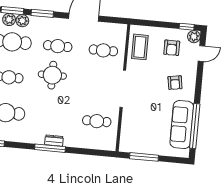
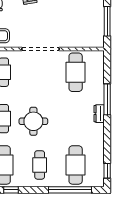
cafe table: (97, 121) -> (76, 72), width x1.37, depth x1.35
window: (50, 148) -> (107, 99), moved

